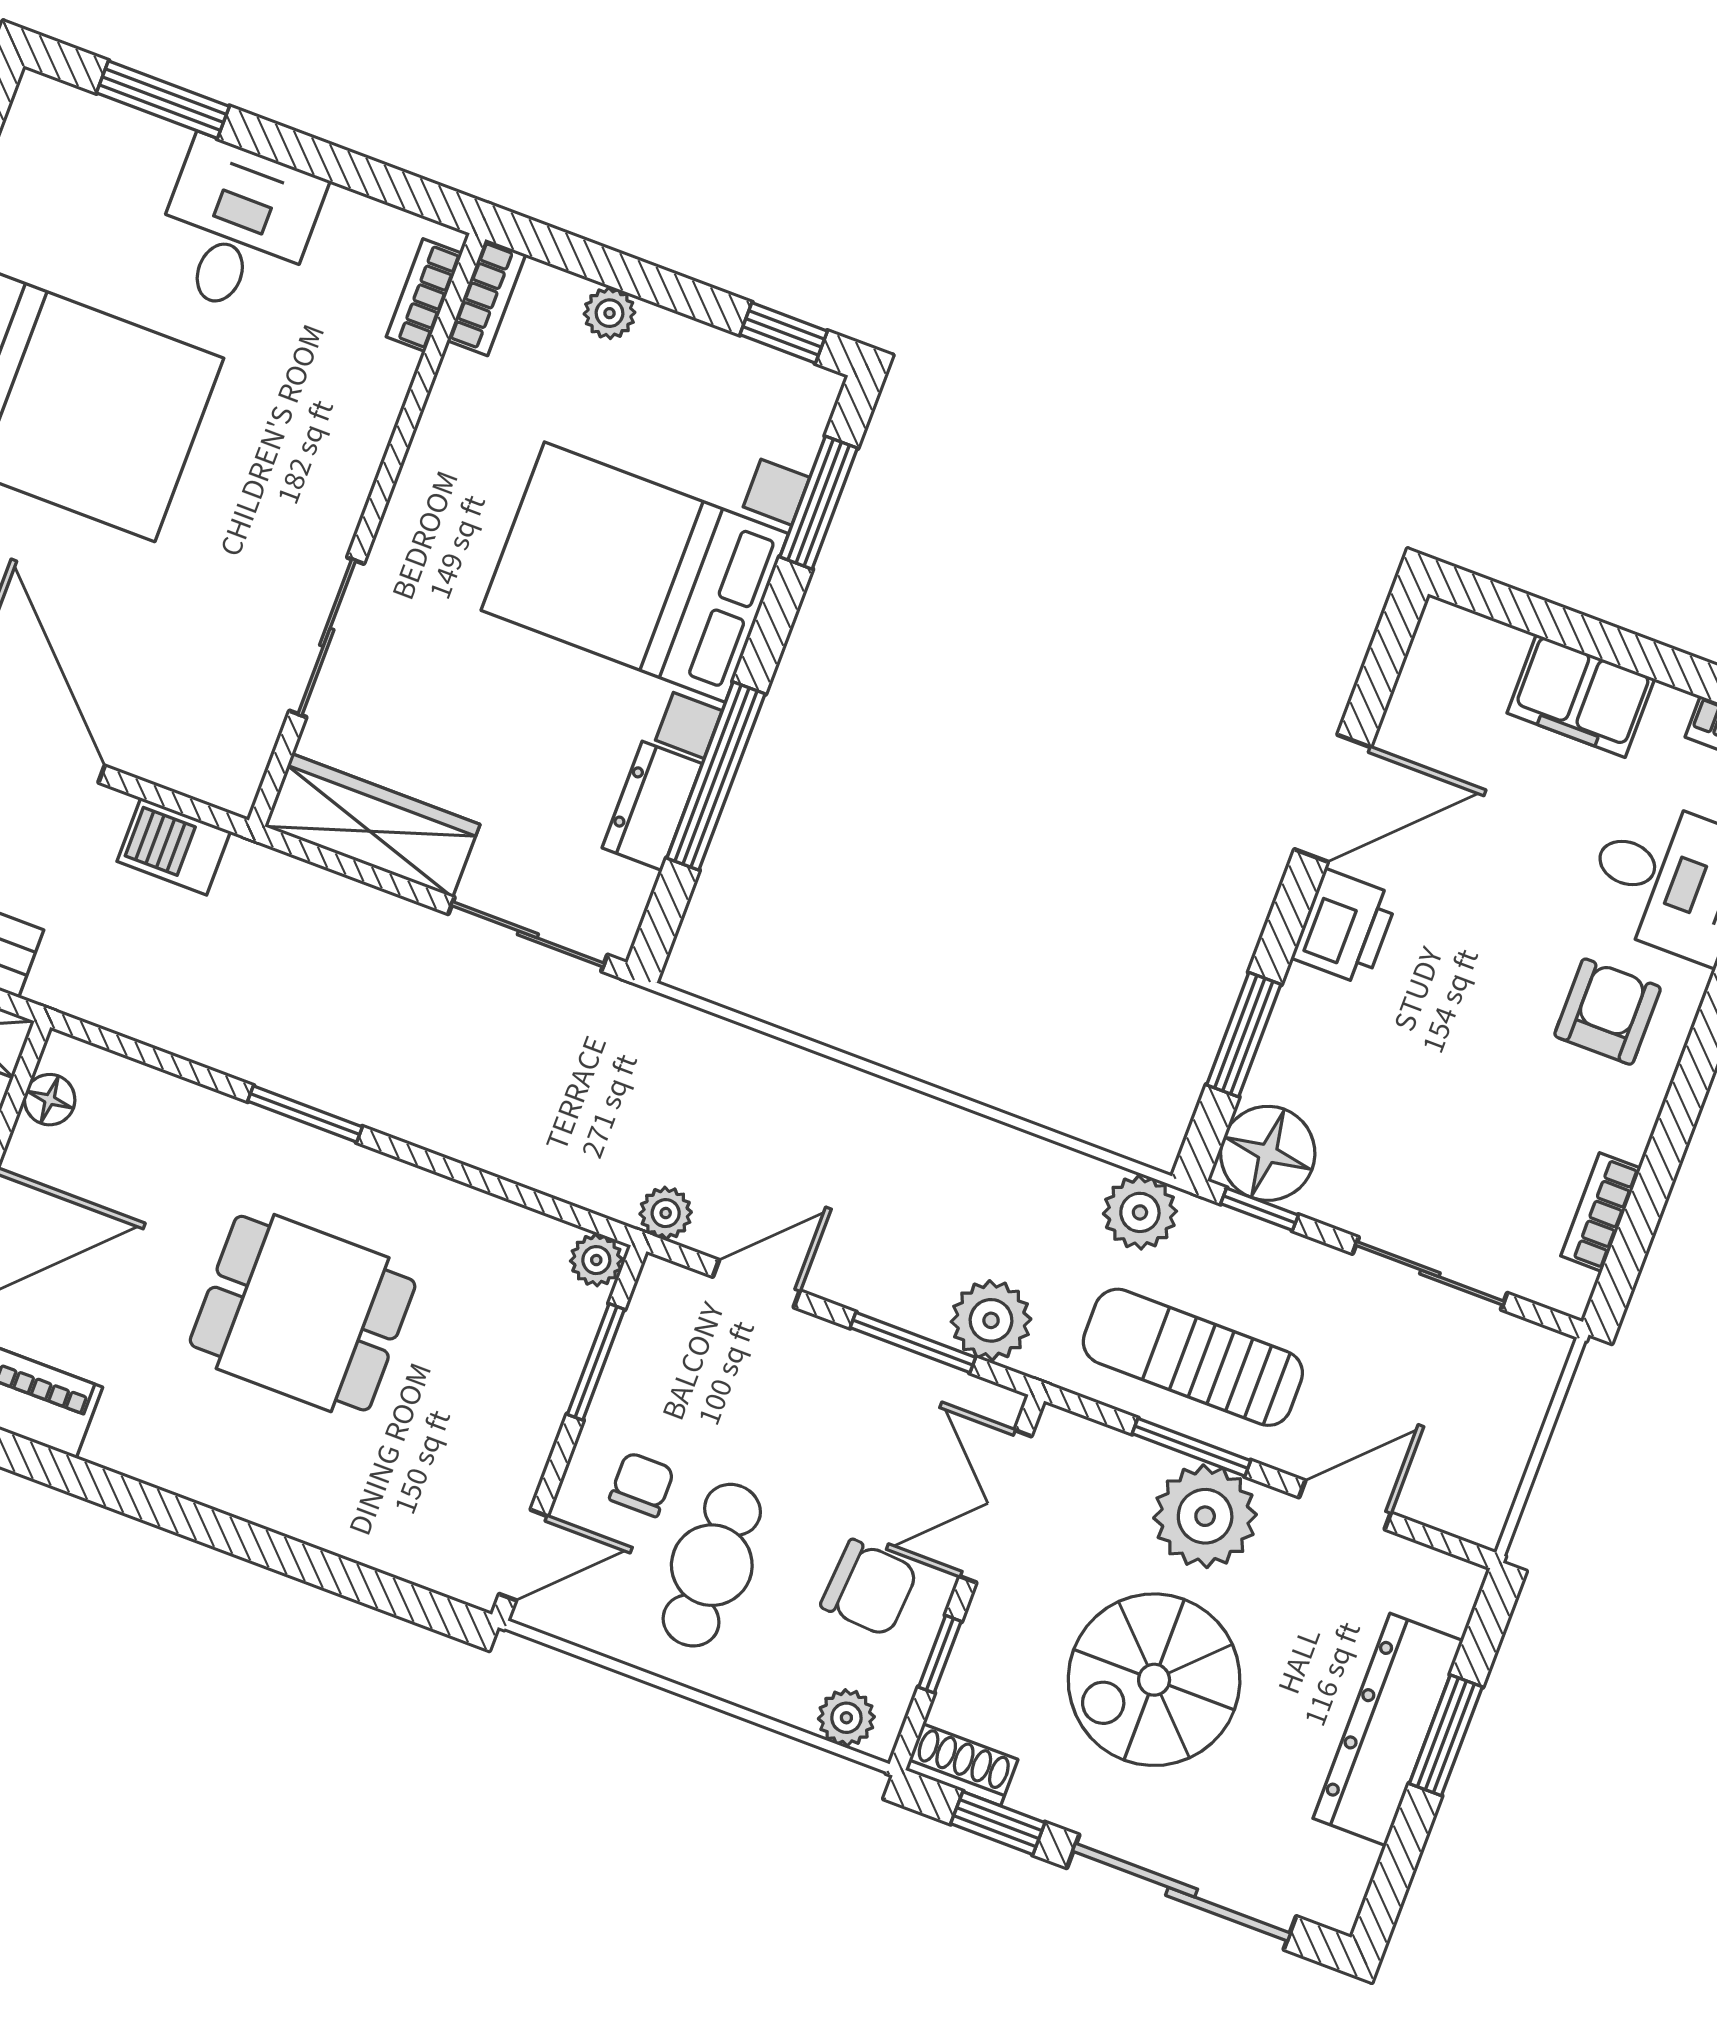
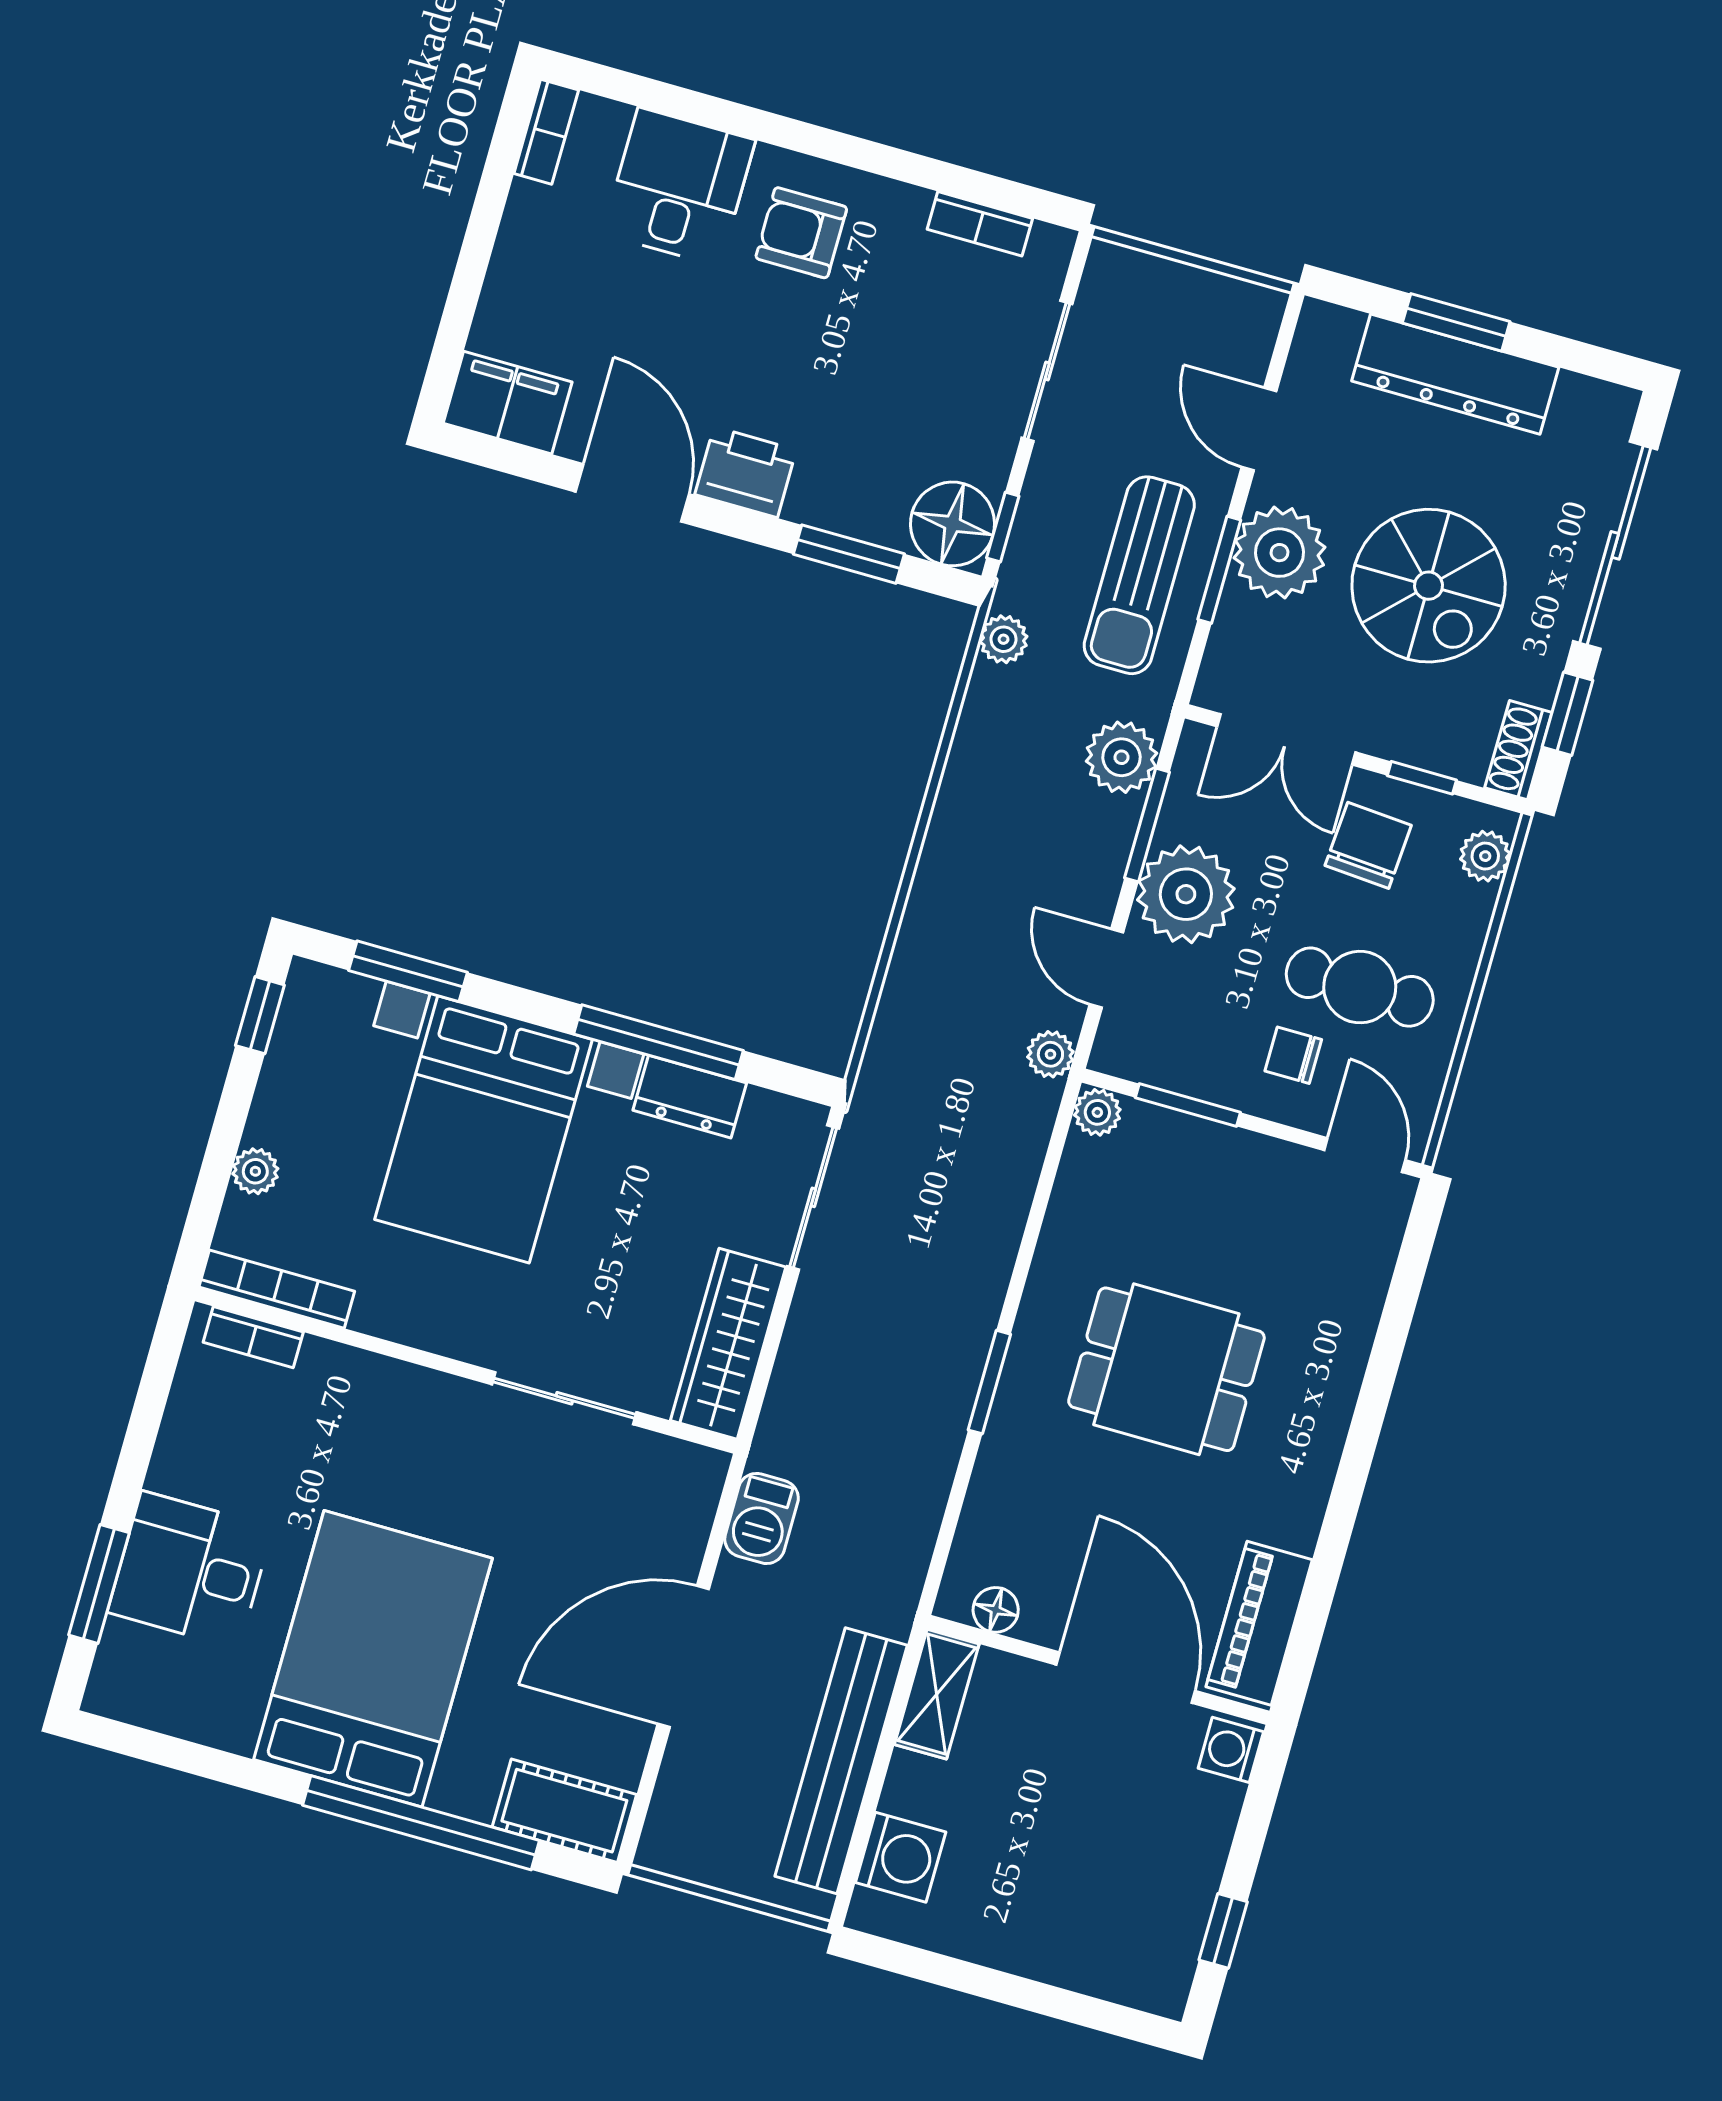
desk: (237, 228) -> (190, 1570), moved
bookcase: (486, 297) -> (277, 1289), width x1.56
filing cabinet: (1581, 696) -> (508, 403), moved, turned -90
plant: (1140, 1212) -> (1004, 639), width x0.73, depth x0.73
dining table: (303, 1313) -> (1166, 1369), turned 90
plant: (832, 1379) -> (1186, 894), added

